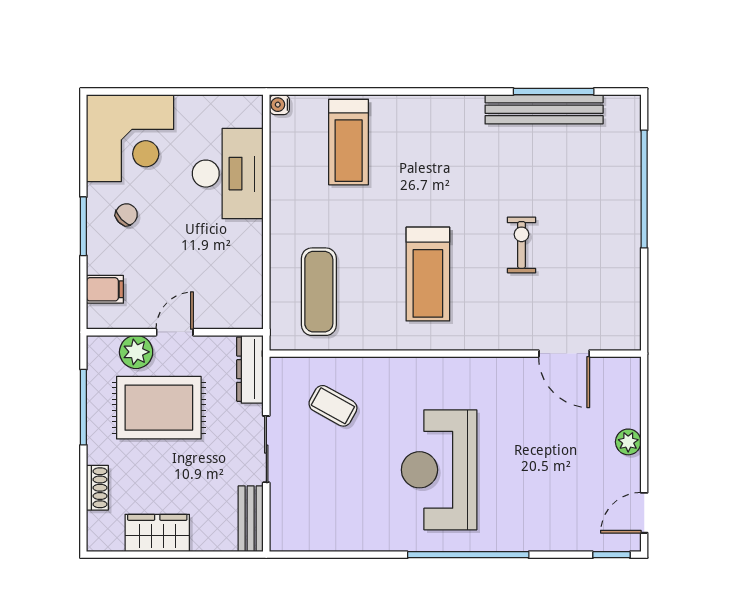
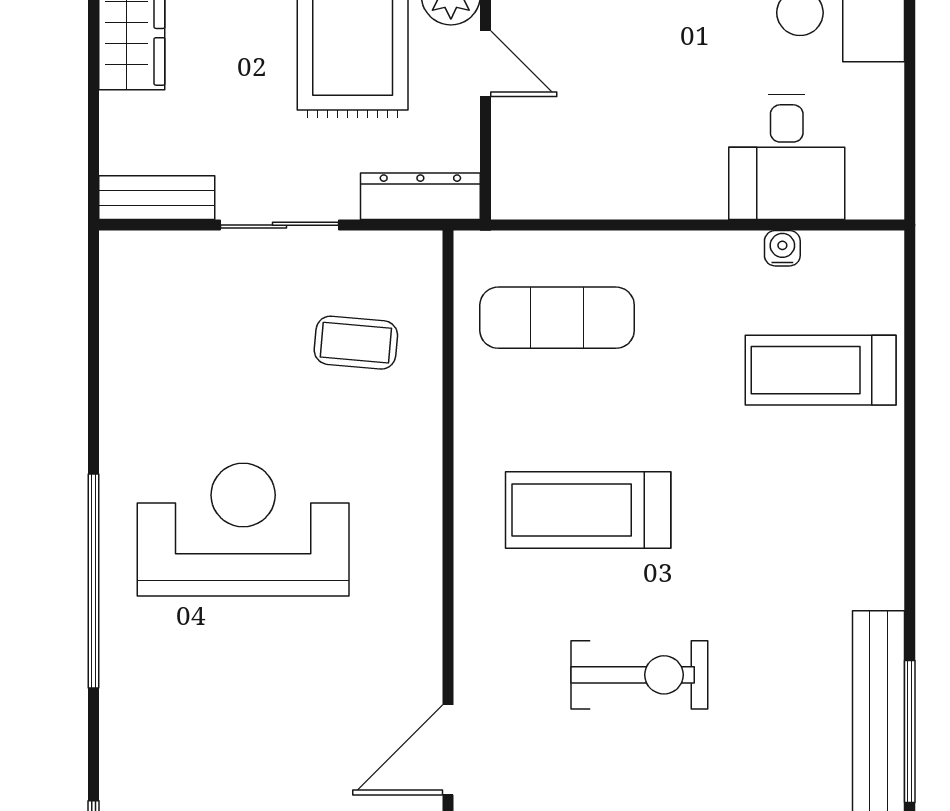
water cooler: (279, 105) -> (782, 248), moved
desk: (228, 174) -> (787, 157), width x0.73
exercise bike: (521, 245) -> (639, 675), width x1.38, depth x1.39
coffee table: (333, 406) -> (356, 343), turned 66

